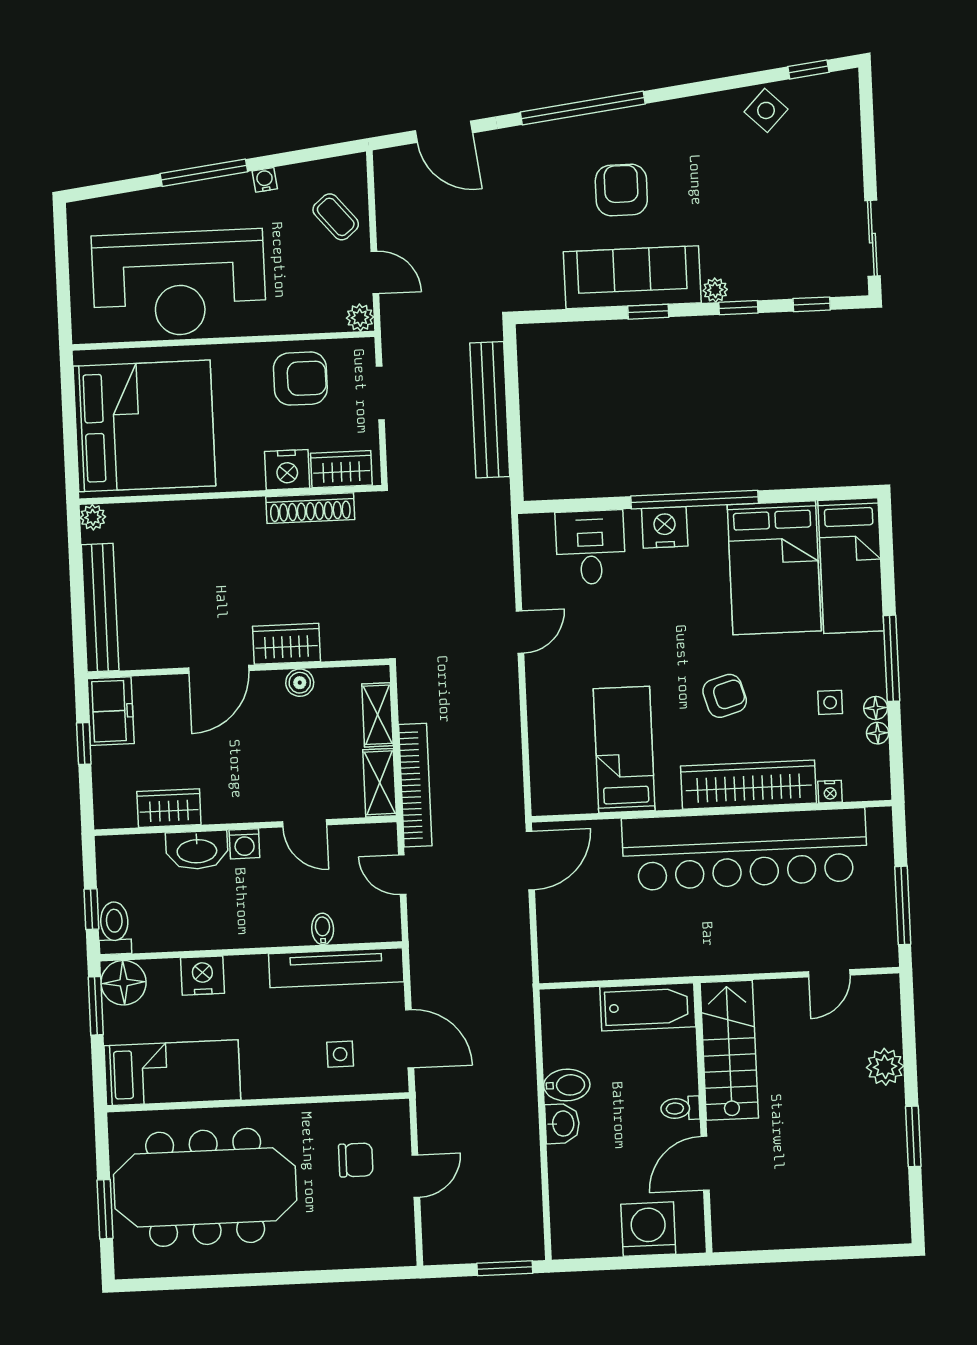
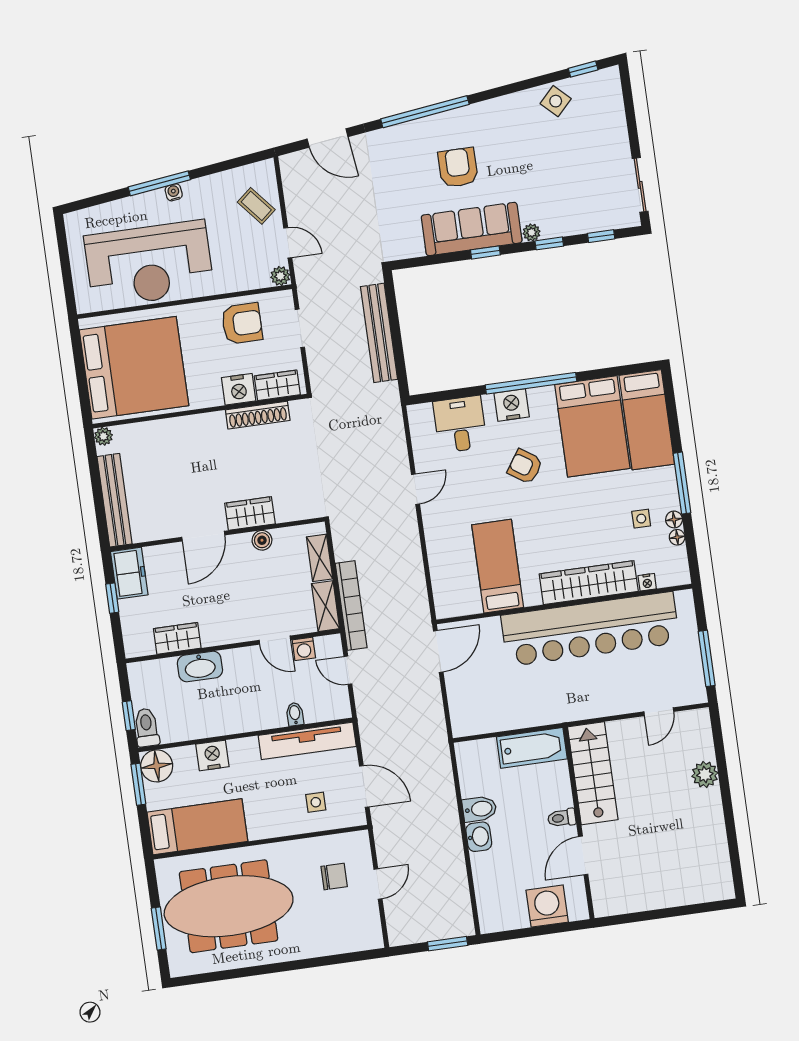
water cooler: (265, 180) -> (174, 192), moved
armchair: (725, 696) -> (525, 467), moved, turned -130
washing machine: (244, 844) -> (304, 649), moved
window: (913, 1136) -> (730, 822), removed

